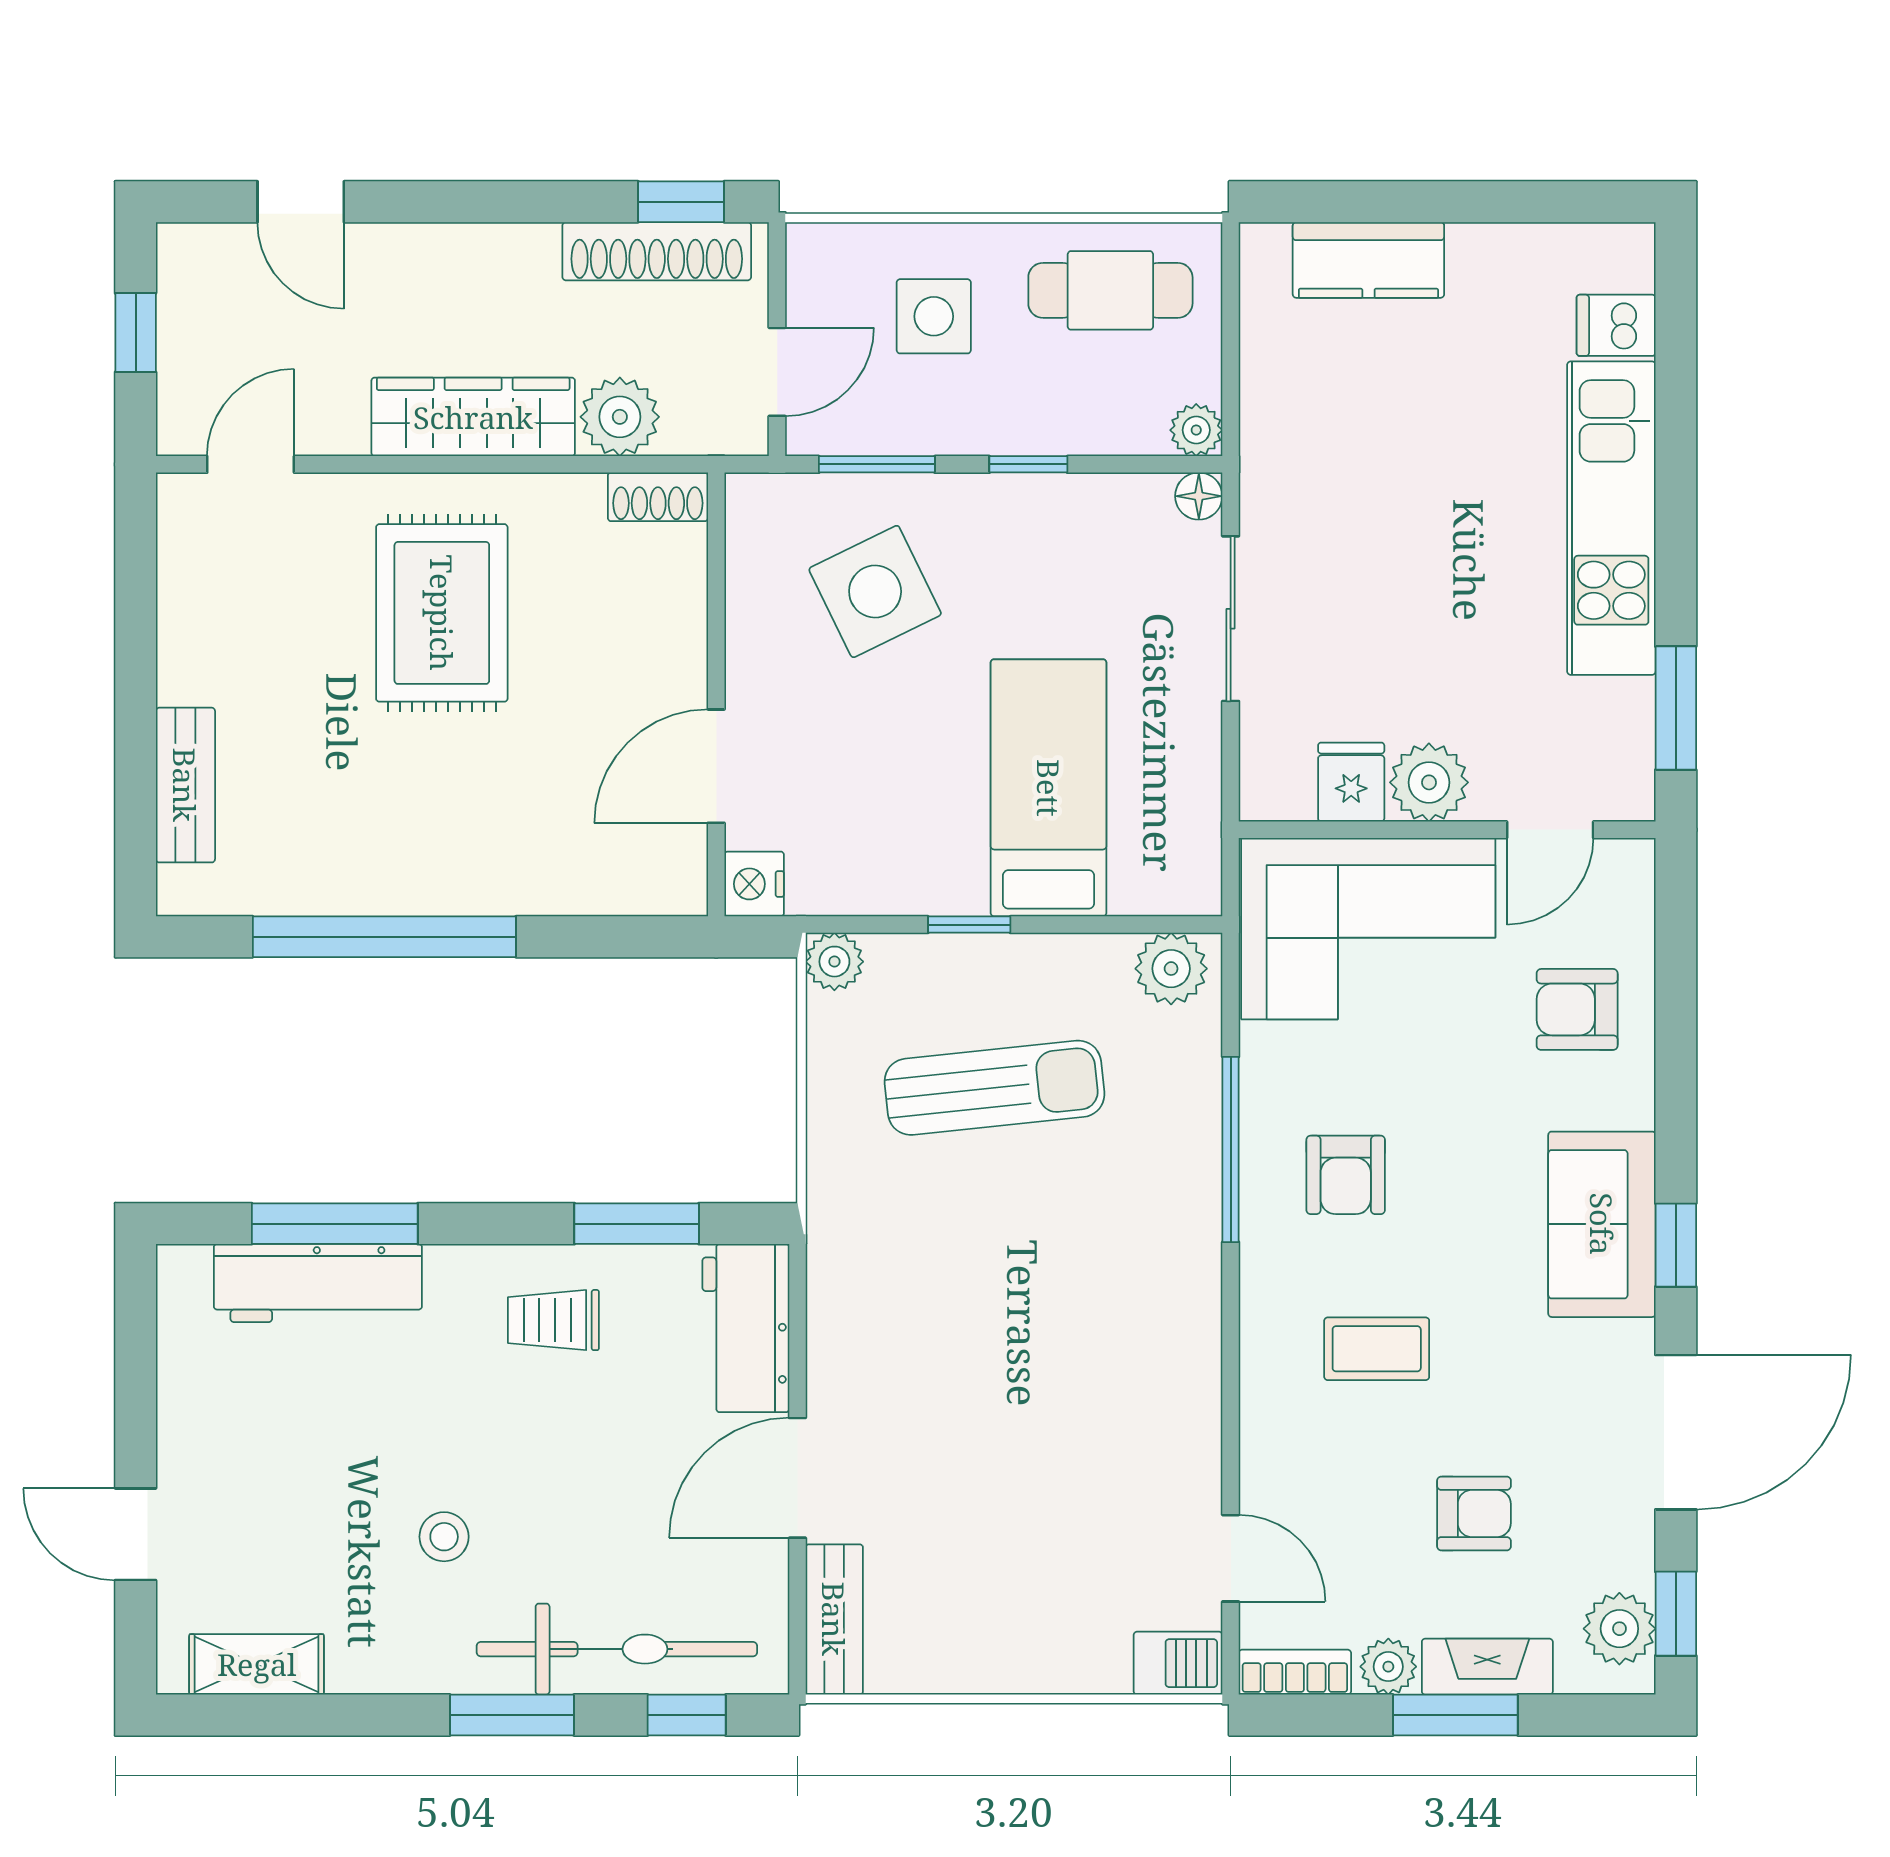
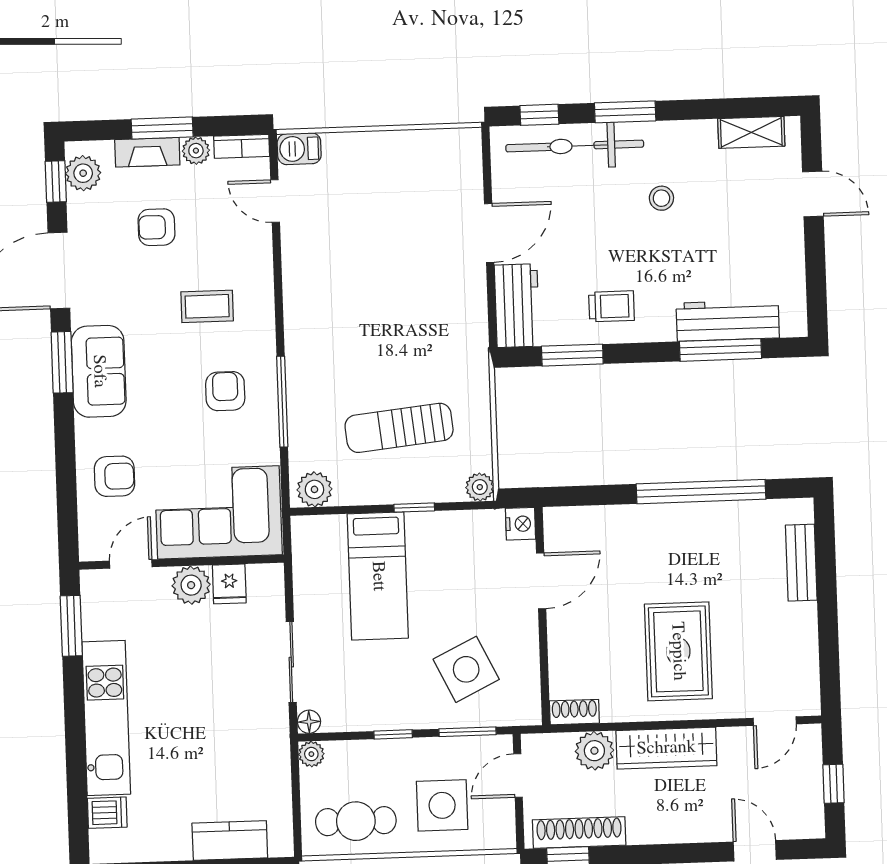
side table: (934, 316) -> (442, 805), width x1.37, depth x1.37
window: (1676, 1245) -> (62, 362), width x1.50
bench: (834, 1619) -> (469, 164), removed

